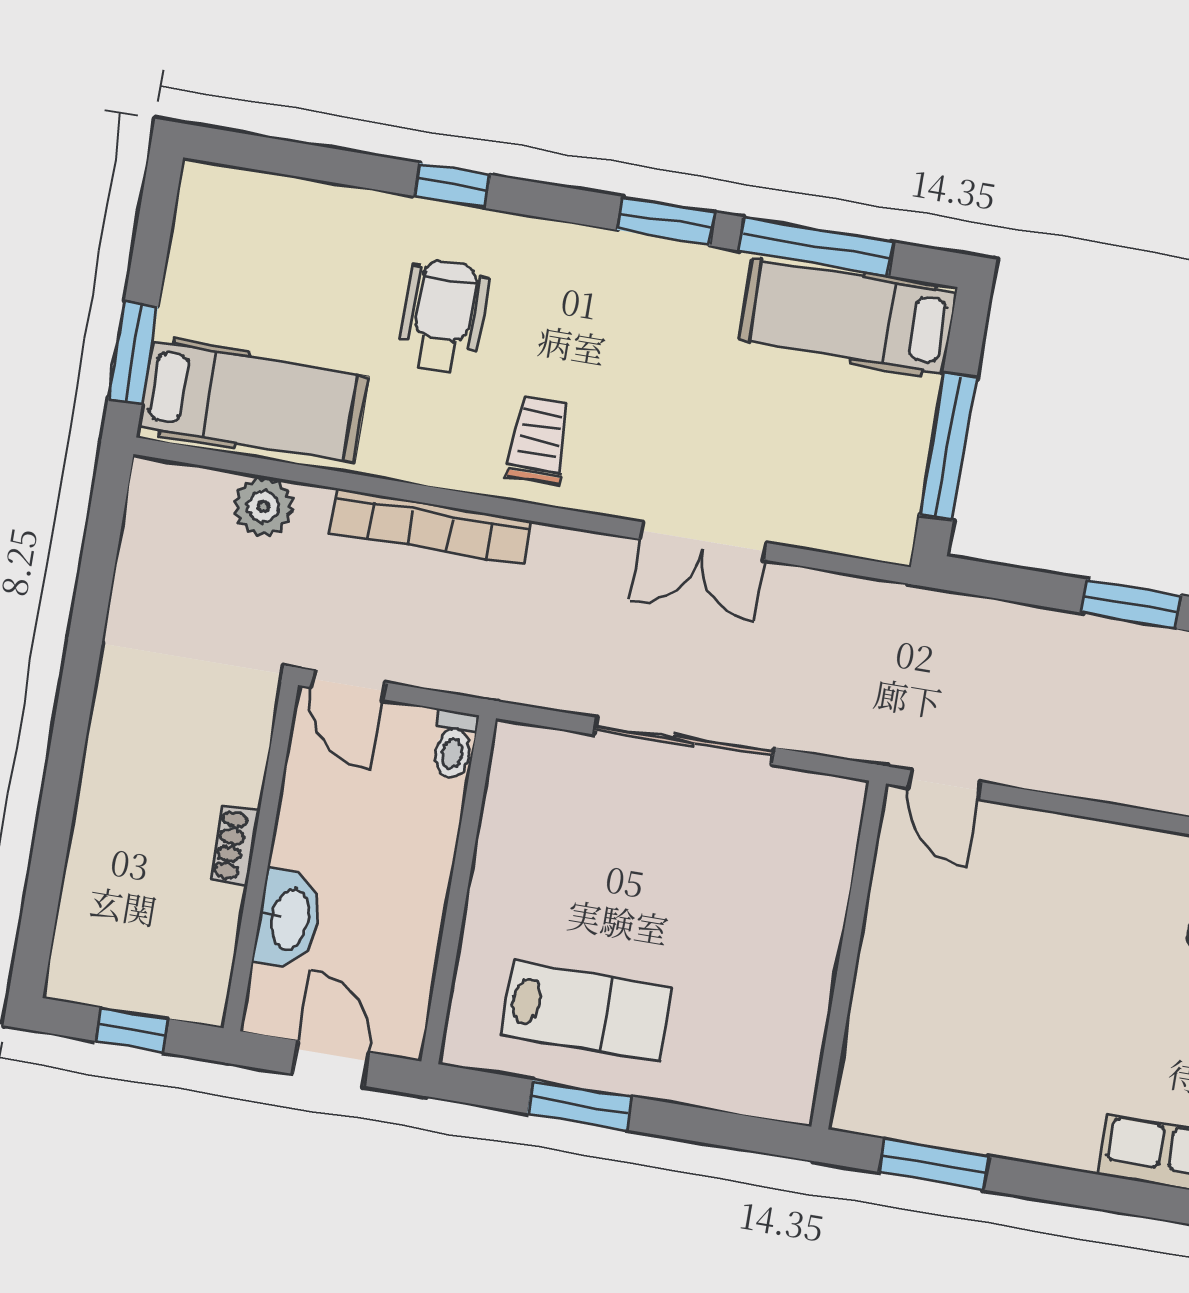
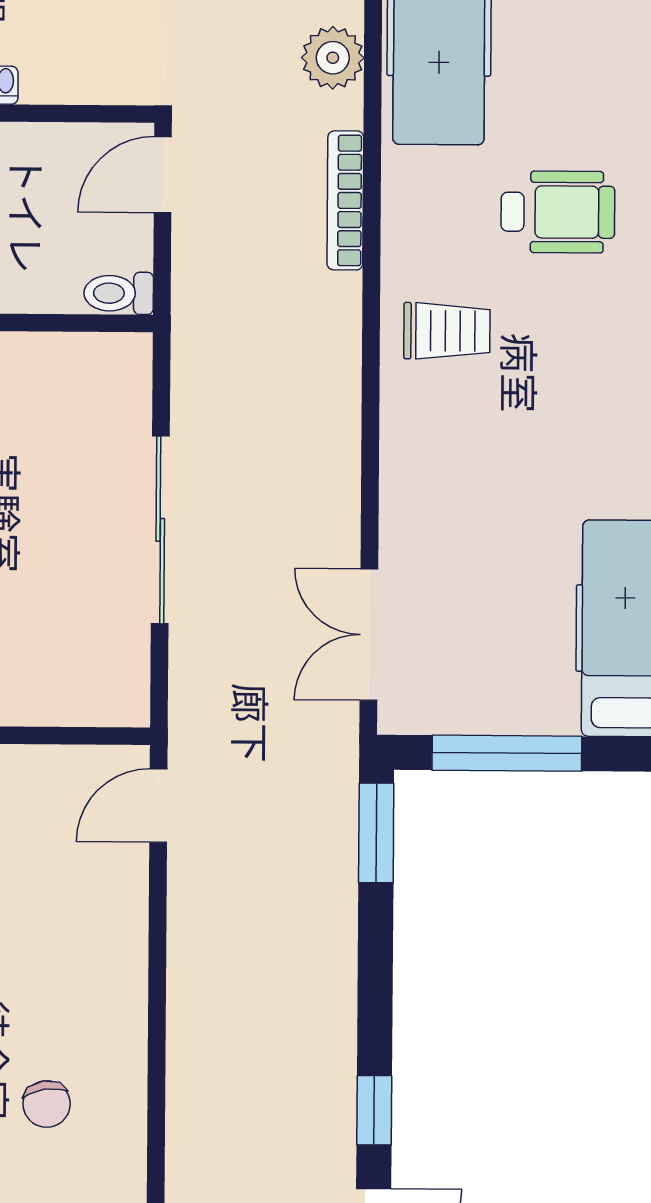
bookcase: (431, 527) -> (345, 200), width x0.68, depth x0.76
double door: (703, 541) -> (369, 635), moved
window: (1131, 604) -> (376, 833), moved

